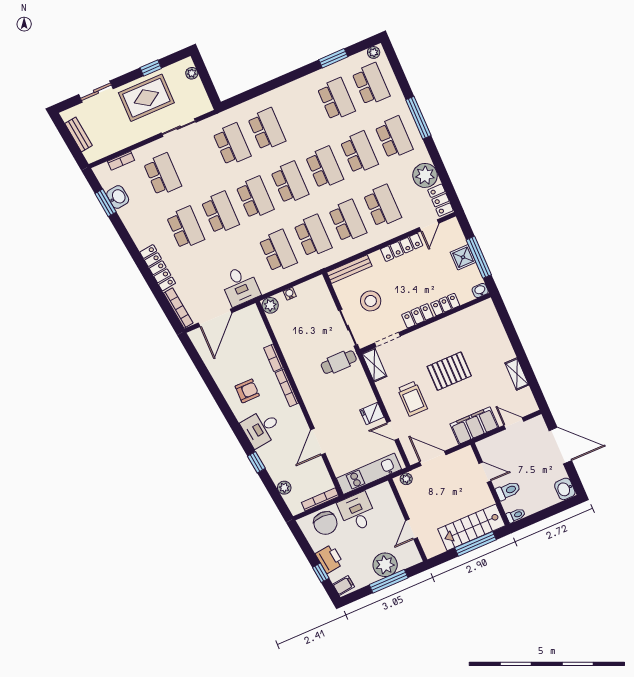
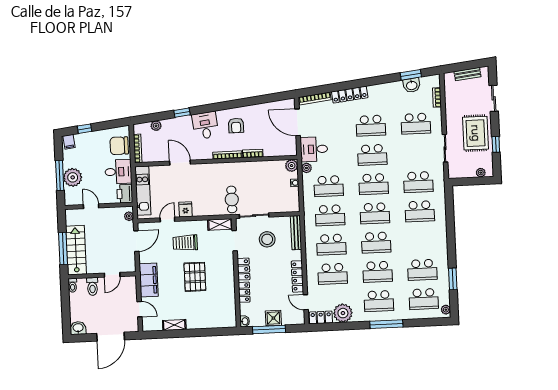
plant: (266, 286) -> (306, 168), added
door: (514, 423) -> (139, 309), hinge flipped
printer: (329, 559) -> (125, 194), moved, turned 97

